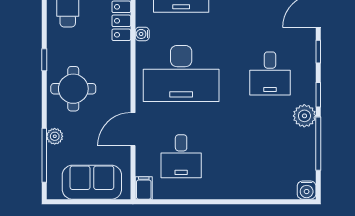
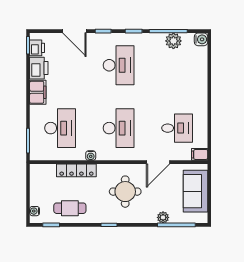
desk: (181, 74) -> (119, 128), width x0.73, depth x0.77
desk: (270, 74) -> (119, 65), width x1.37
round table: (73, 89) -> (125, 192), moved
plant: (304, 116) -> (173, 41), moved
door: (133, 129) -> (158, 162), hinge flipped

